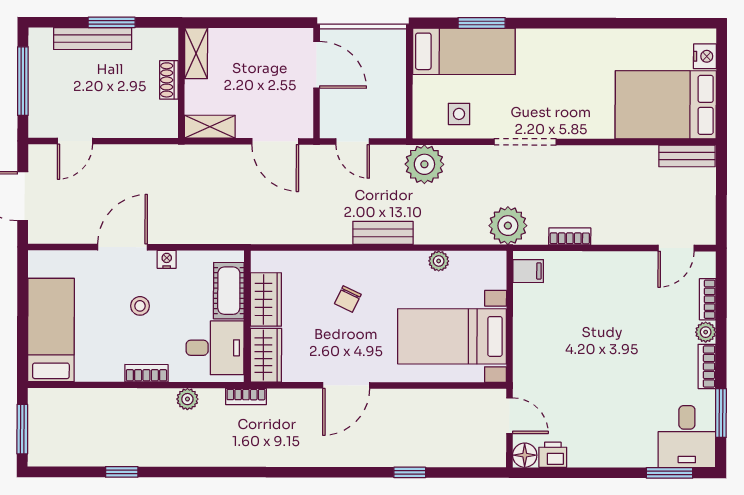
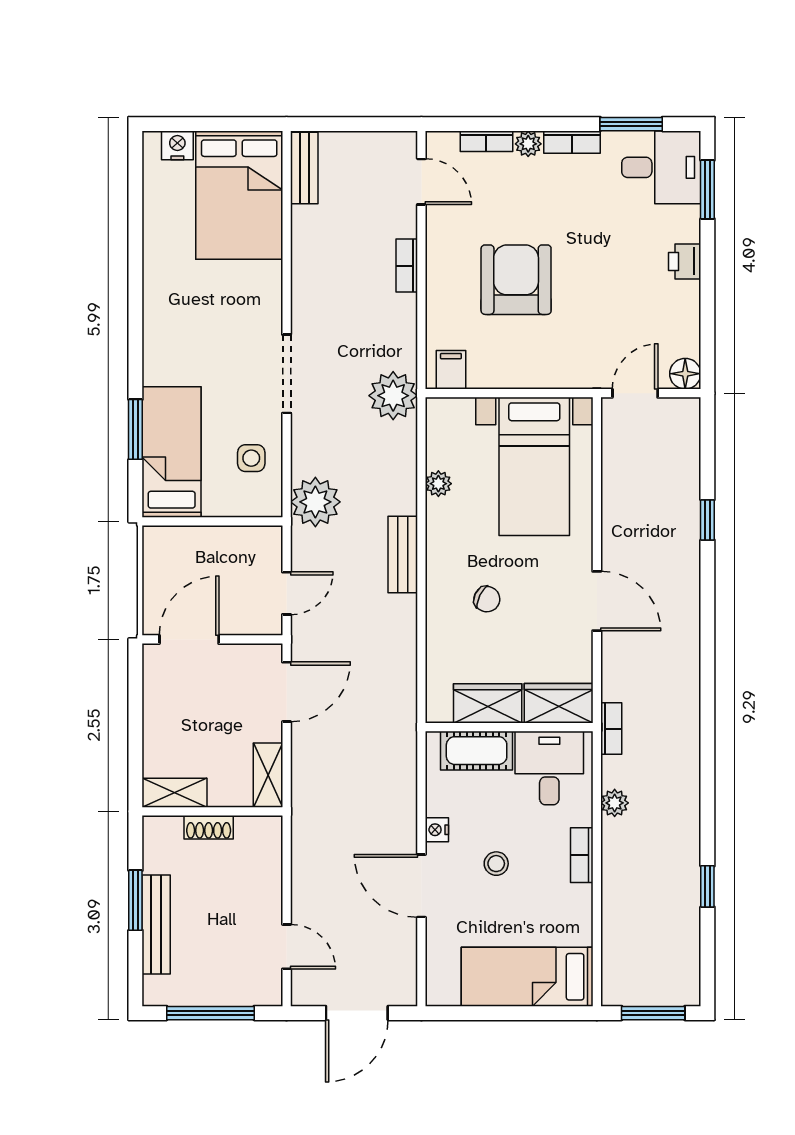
bookcase: (570, 236) -> (407, 266), moved
armchair: (599, 322) -> (516, 280), added
printer: (553, 455) -> (685, 261), moved

